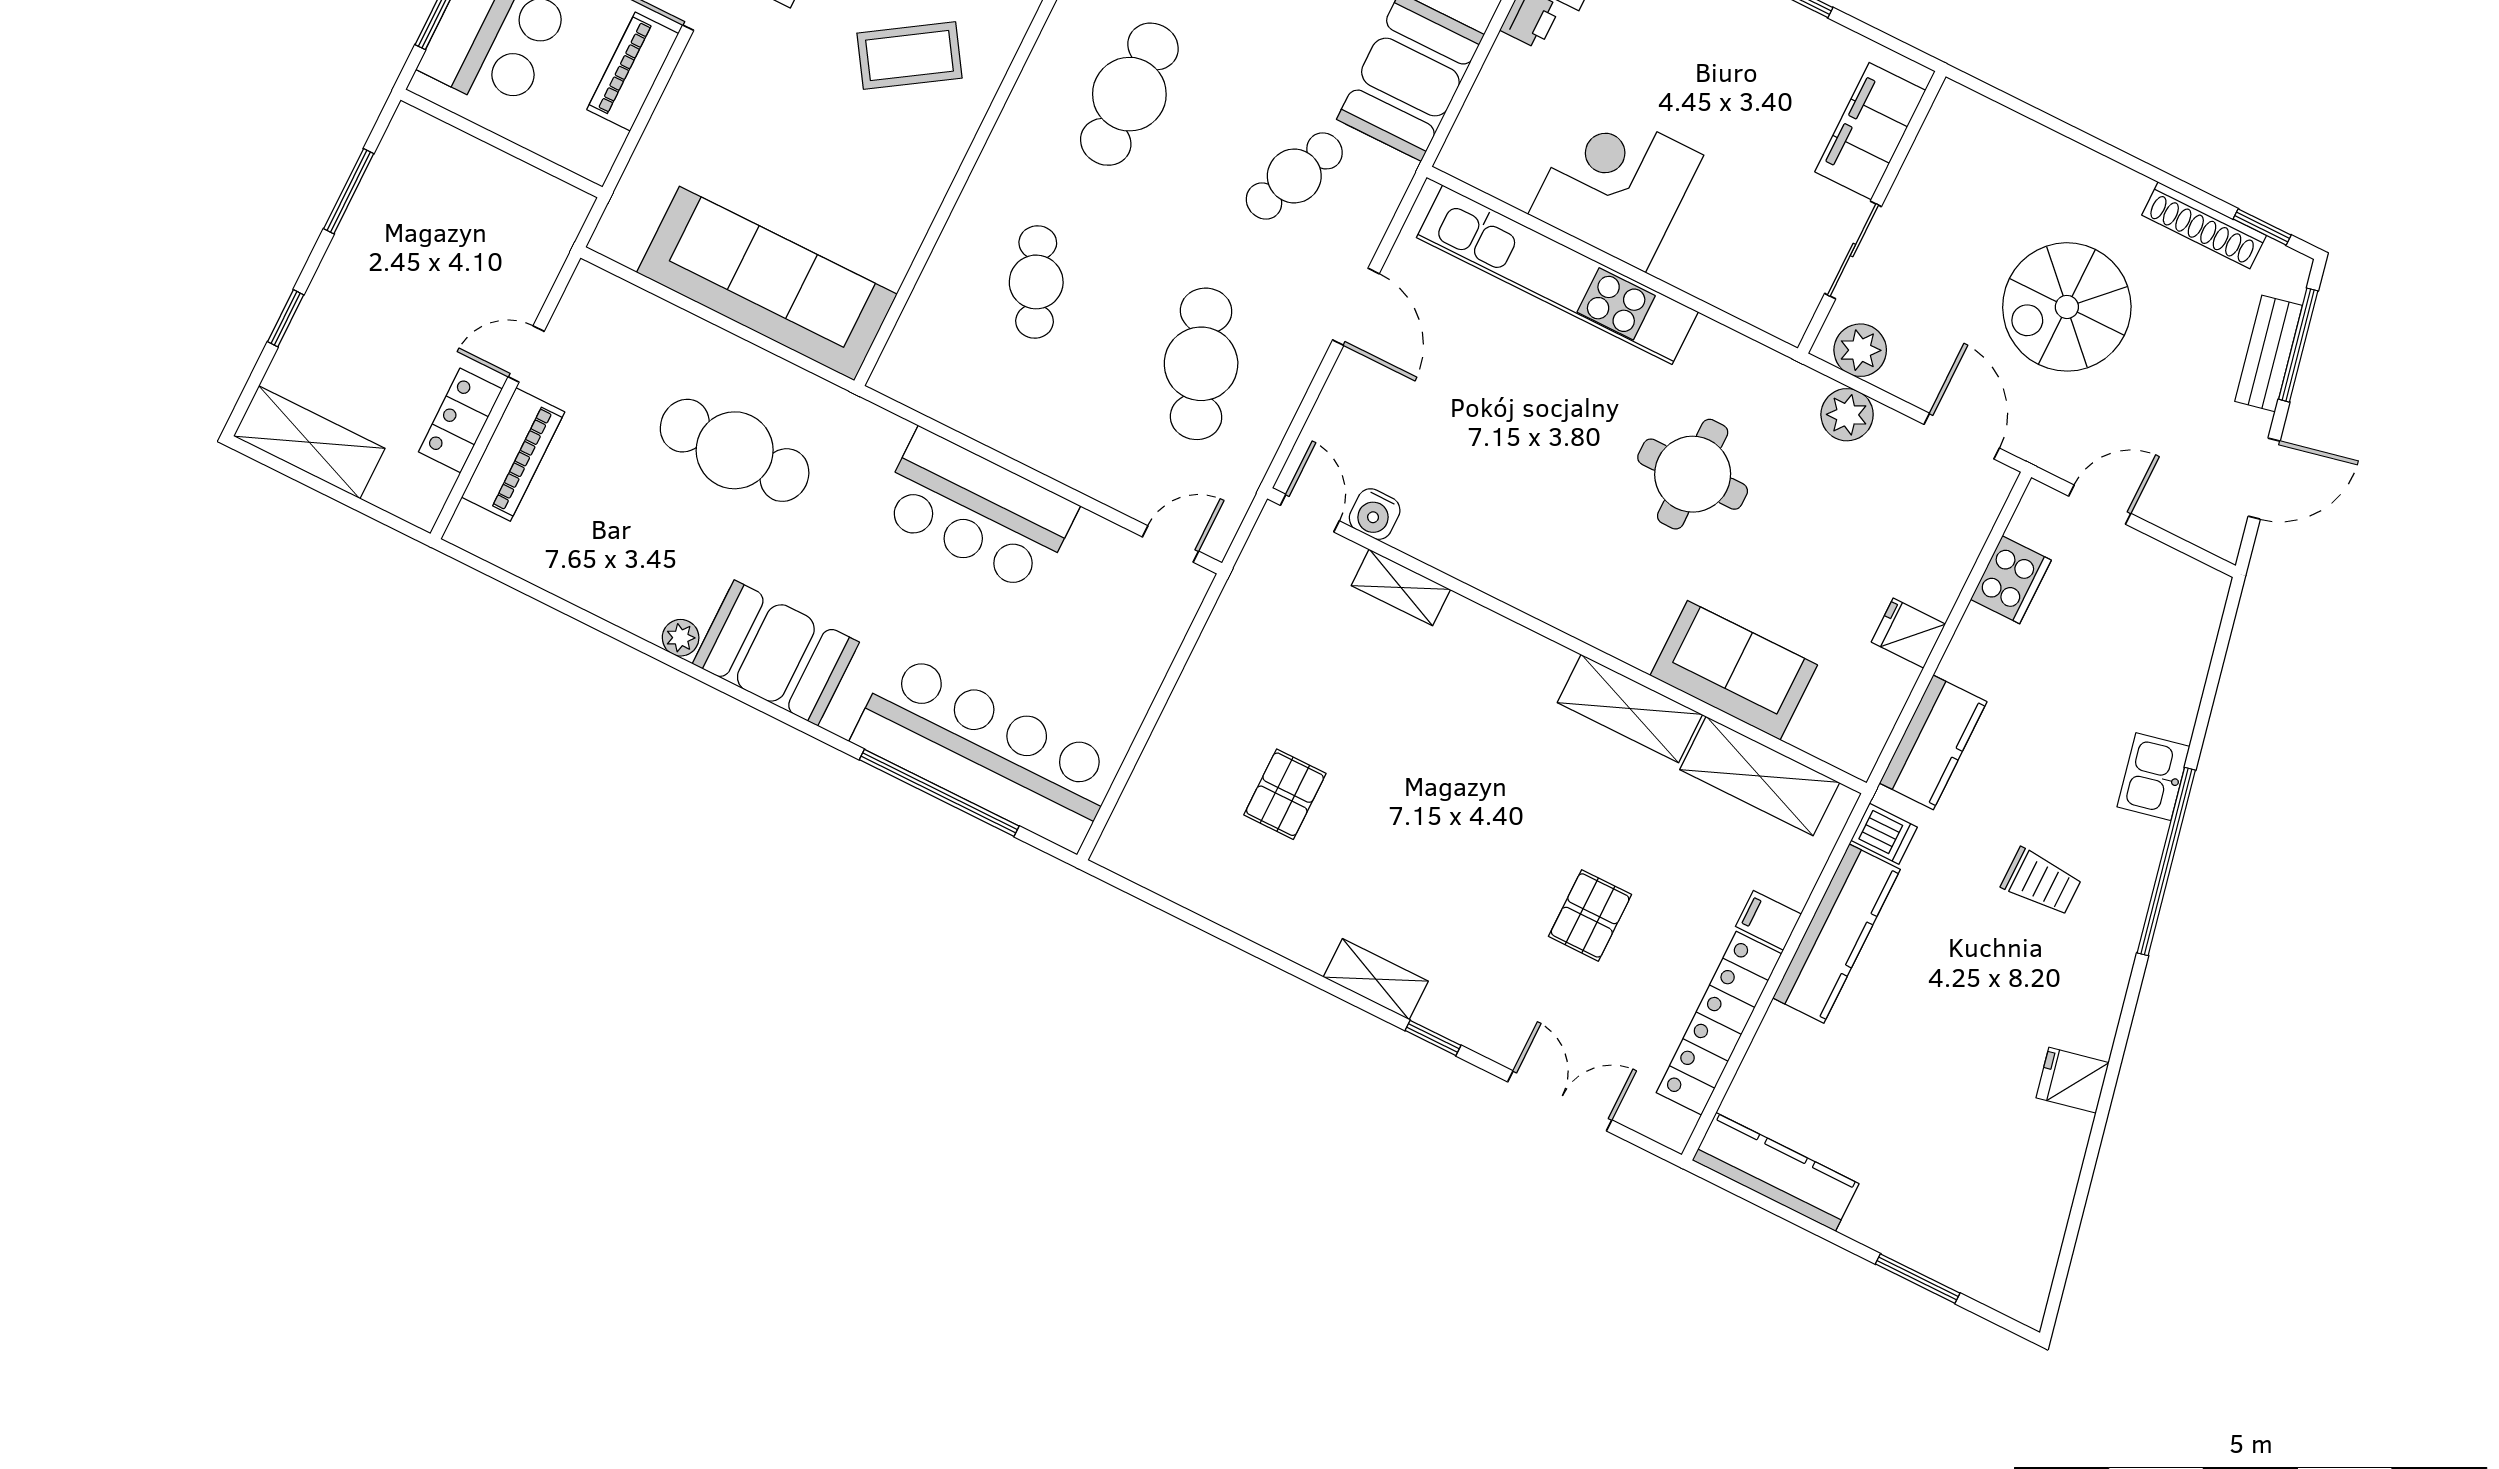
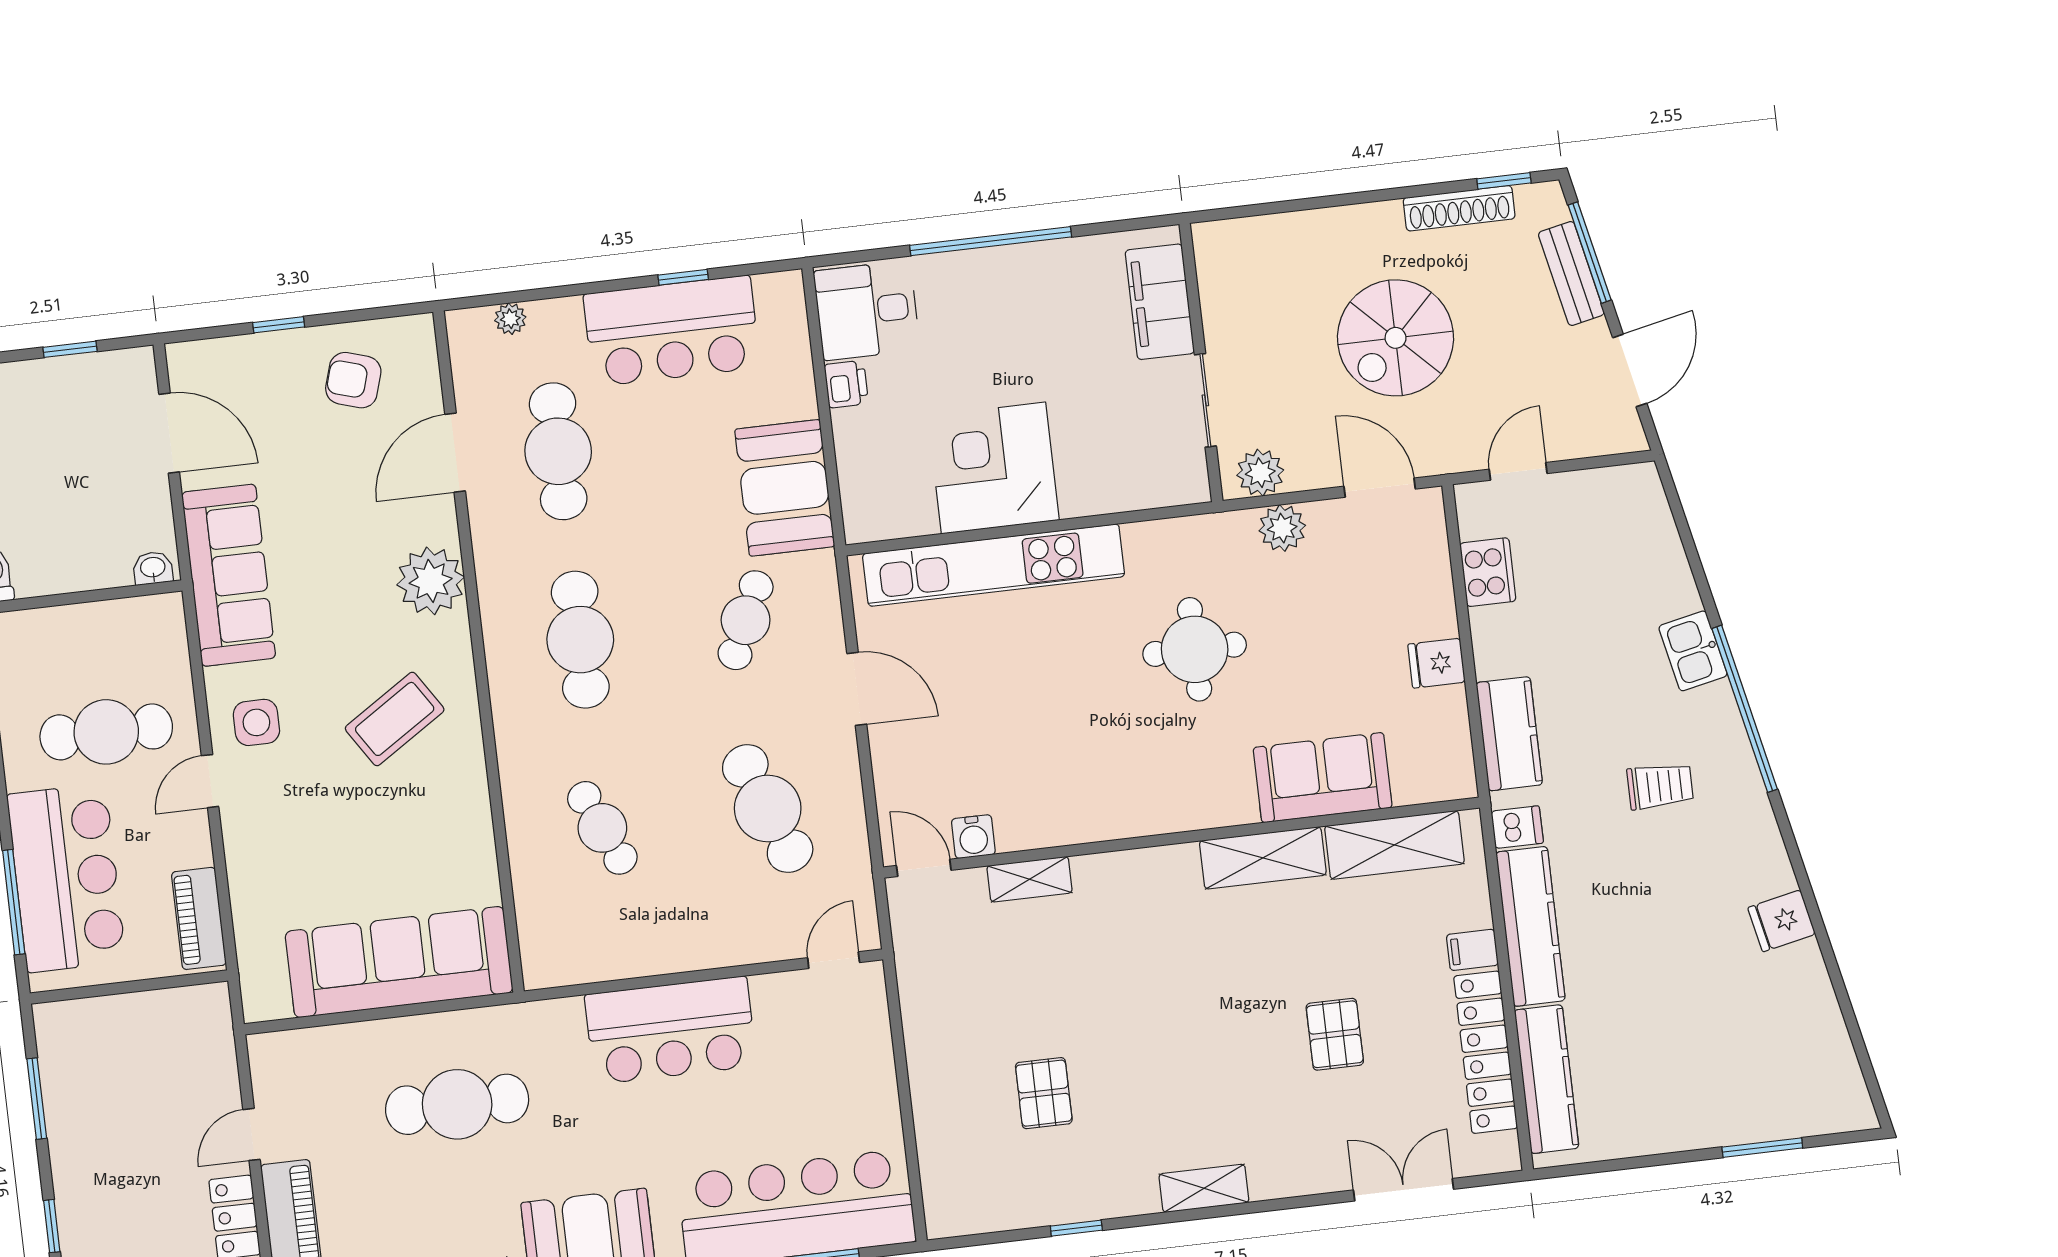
piano: (633, 72) -> (199, 918), moved
window: (1433, 1038) -> (1076, 1228), moved
kitchen counter: (1776, 1172) -> (1547, 1079), moved, turned 90

